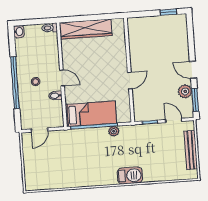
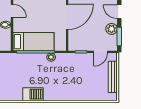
door: (130, 80) -> (67, 17), width x1.88
door: (174, 120) -> (101, 52), swing flipped
barbecue: (130, 175) -> (33, 94), moved

